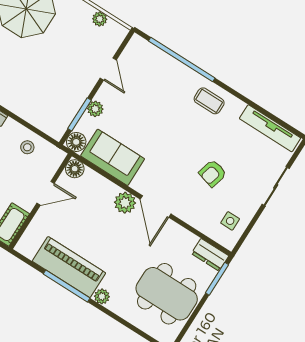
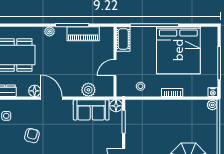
plant: (95, 109) -> (117, 130), removed
floor lamp: (75, 169) -> (35, 91), moved
plant: (125, 203) -> (88, 90), moved
piano: (69, 267) -> (83, 34), width x0.73, depth x0.75

